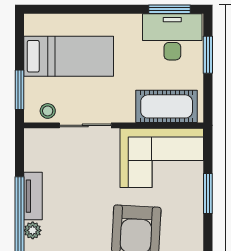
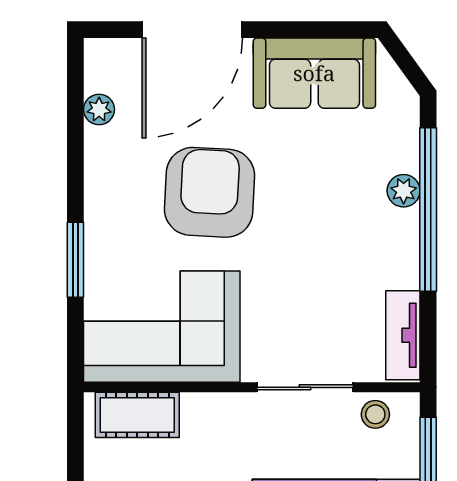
cot: (167, 106) -> (137, 415), width x0.73, depth x0.75
tv unit: (33, 196) -> (403, 335), moved

